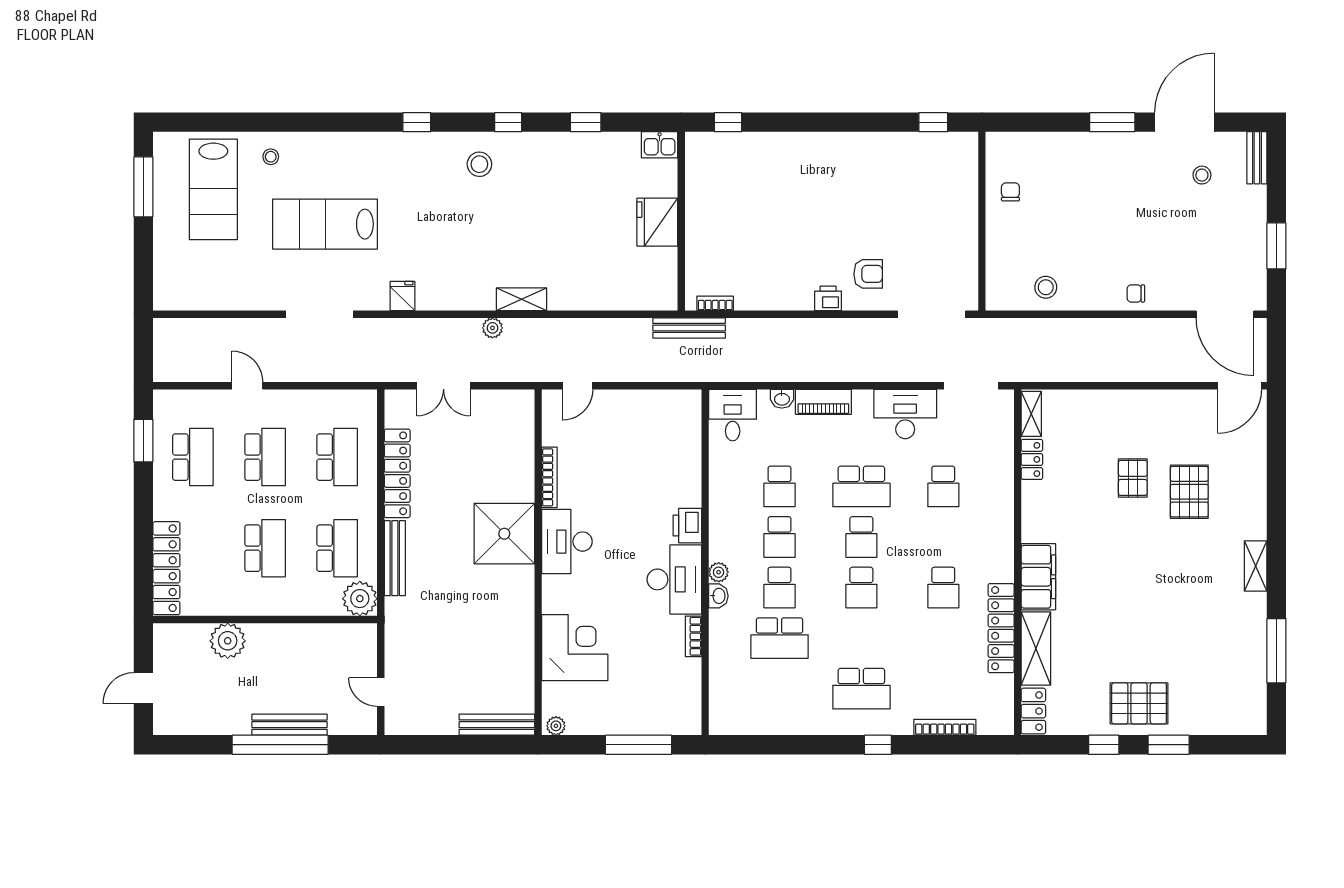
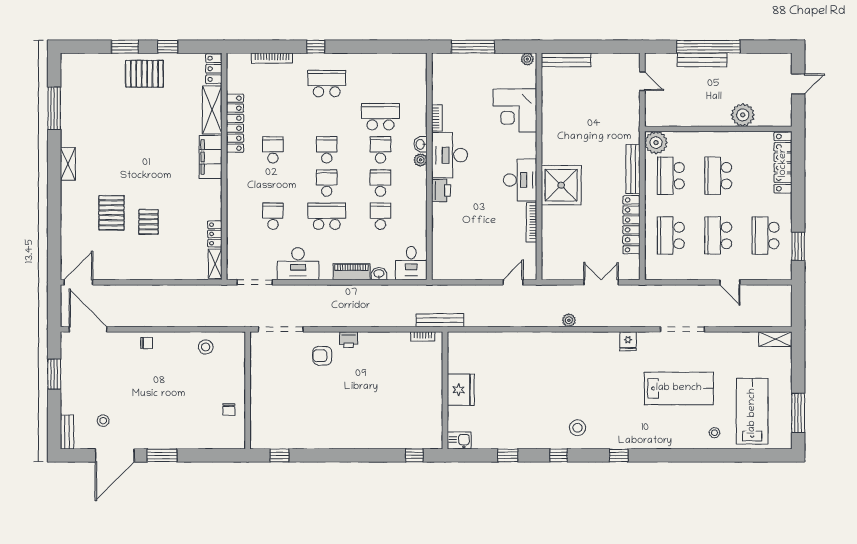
shelving: (521, 299) -> (775, 339), moved

